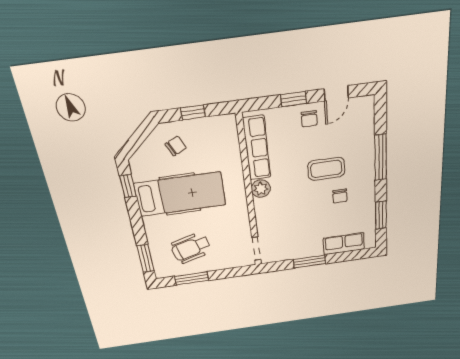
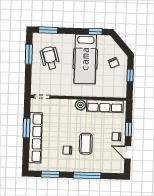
row of seats: (344, 244) -> (35, 138), width x2.02

